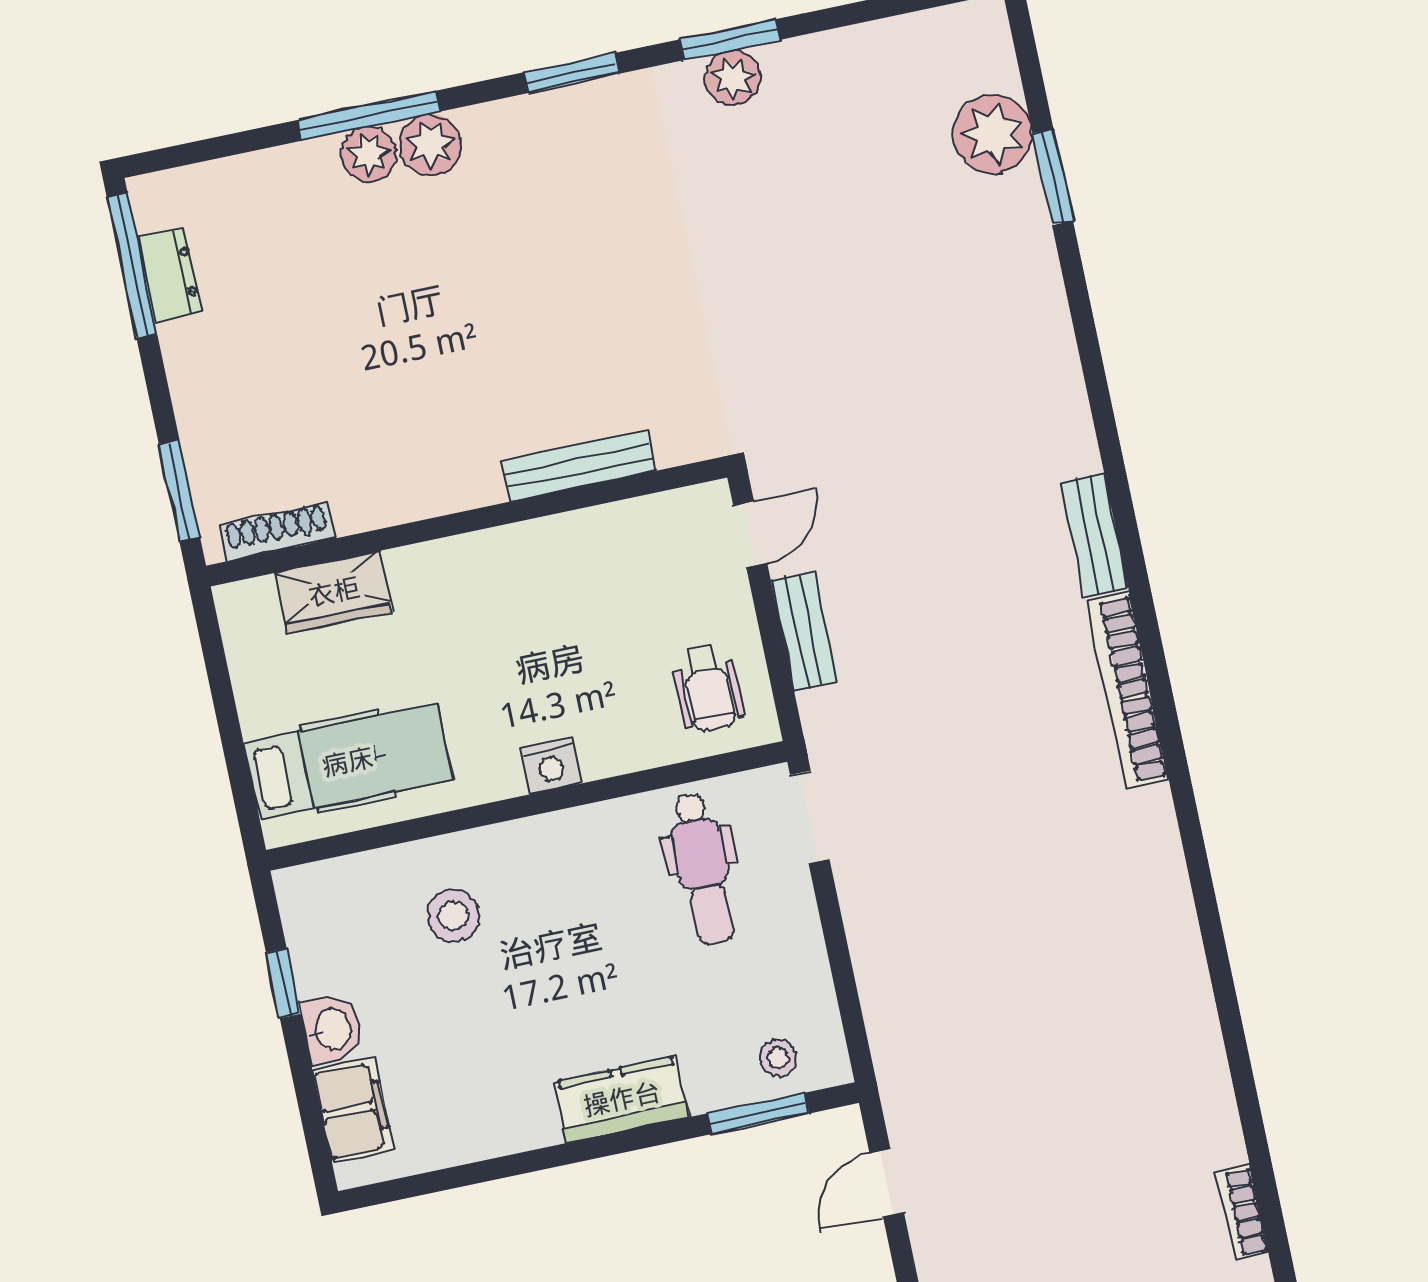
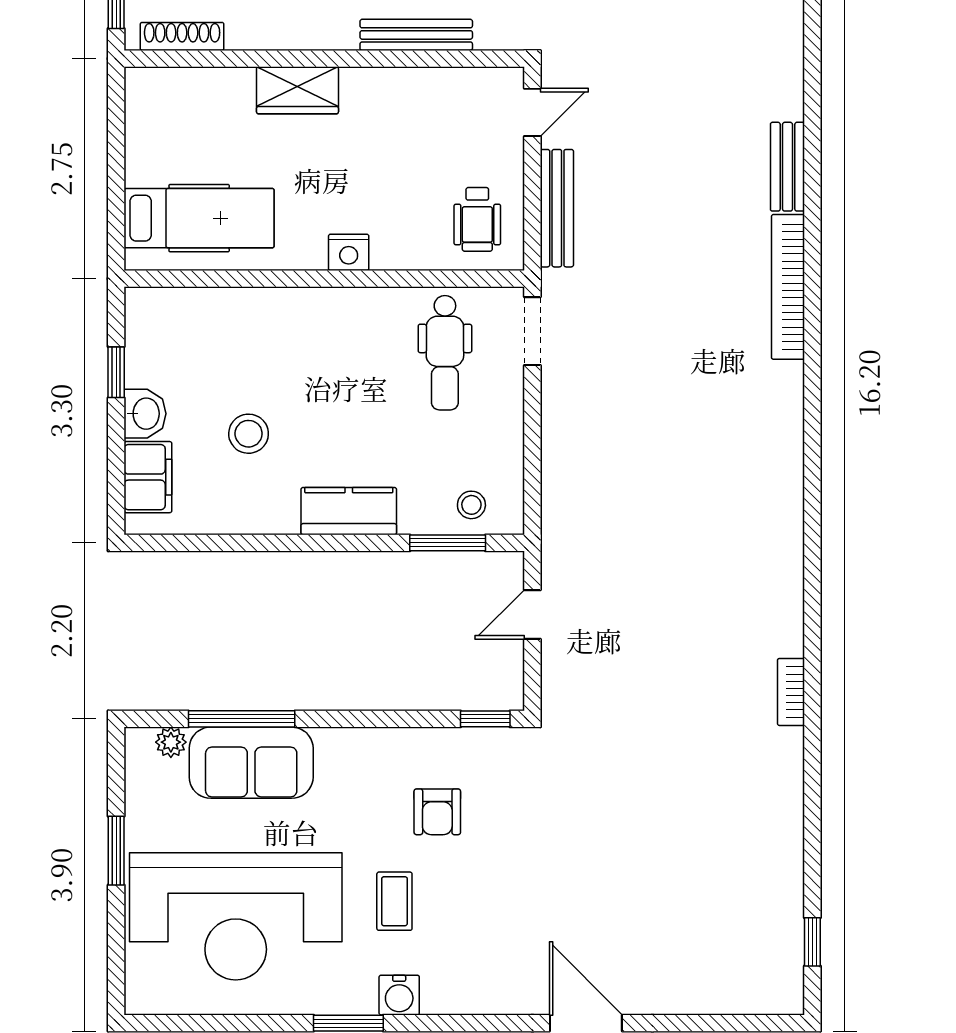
wardrobe: (334, 592) -> (297, 90), moved
bench: (804, 631) -> (557, 208), width x1.36
stool: (453, 916) -> (249, 434), moved

